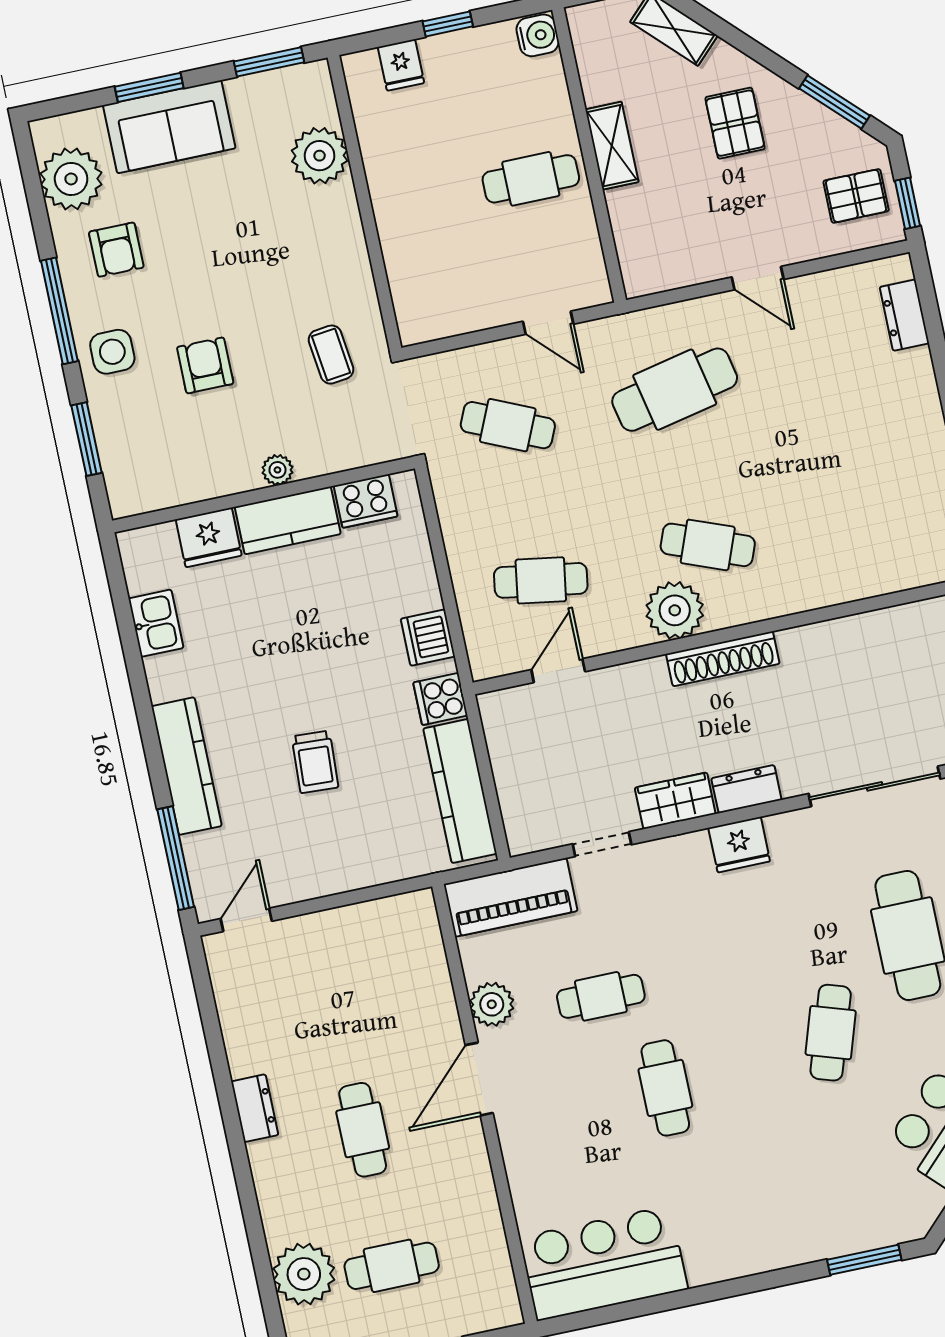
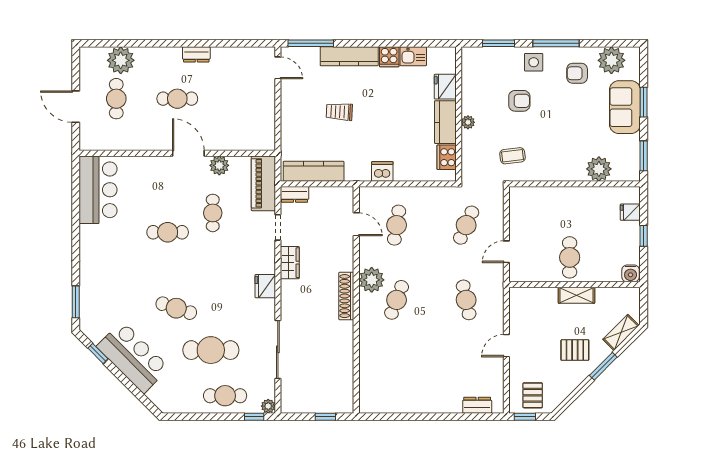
window: (834, 102) -> (603, 366), moved
cafe table: (675, 390) -> (466, 300), width x0.73, depth x0.74
cooker: (440, 699) -> (389, 57), moved, turned 180
dresser: (746, 789) -> (295, 194), moved, turned 90

